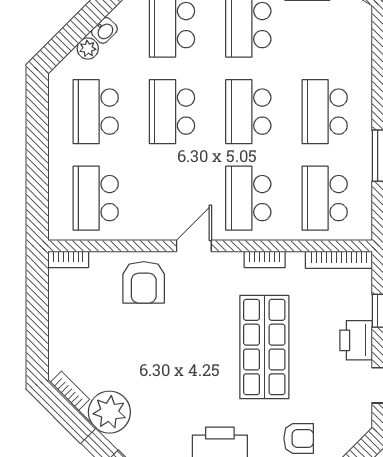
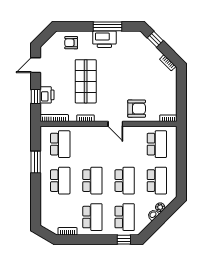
school desk: (248, 198) -> (92, 144), removed
door: (194, 246) -> (115, 124), hinge flipped
armchair: (144, 282) -> (137, 109), turned 90
printer: (356, 340) -> (47, 95), moved
plant: (109, 412) -> (151, 54), removed

